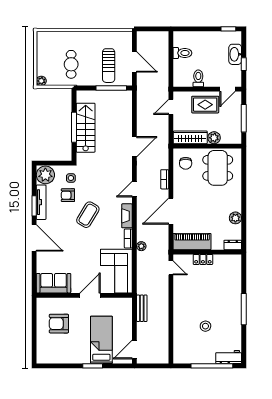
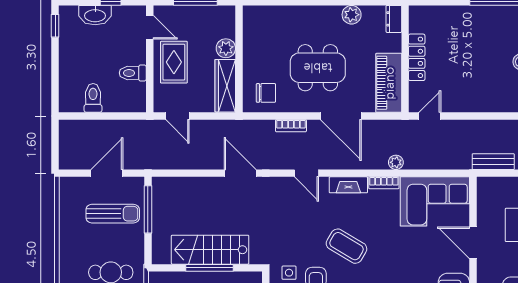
dining table: (218, 168) -> (318, 68), moved
locker: (203, 259) -> (417, 57), width x1.53

